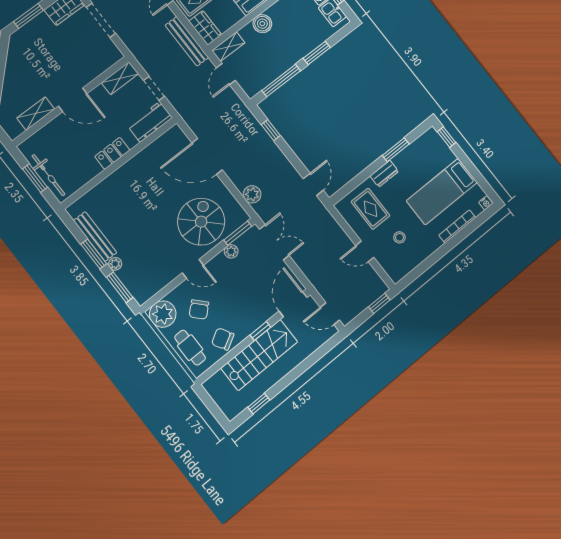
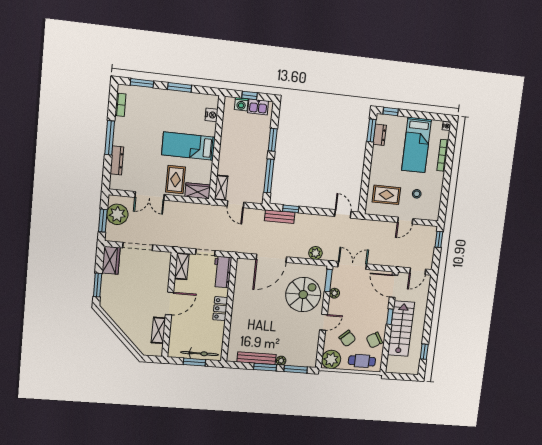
boiler: (262, 24) -> (226, 155), removed
bench: (187, 41) -> (280, 217), moved, width x0.73
window: (396, 150) -> (371, 130), moved
dresser: (384, 174) -> (380, 135), moved
spiral stairs: (201, 222) -> (303, 295), turned 90

